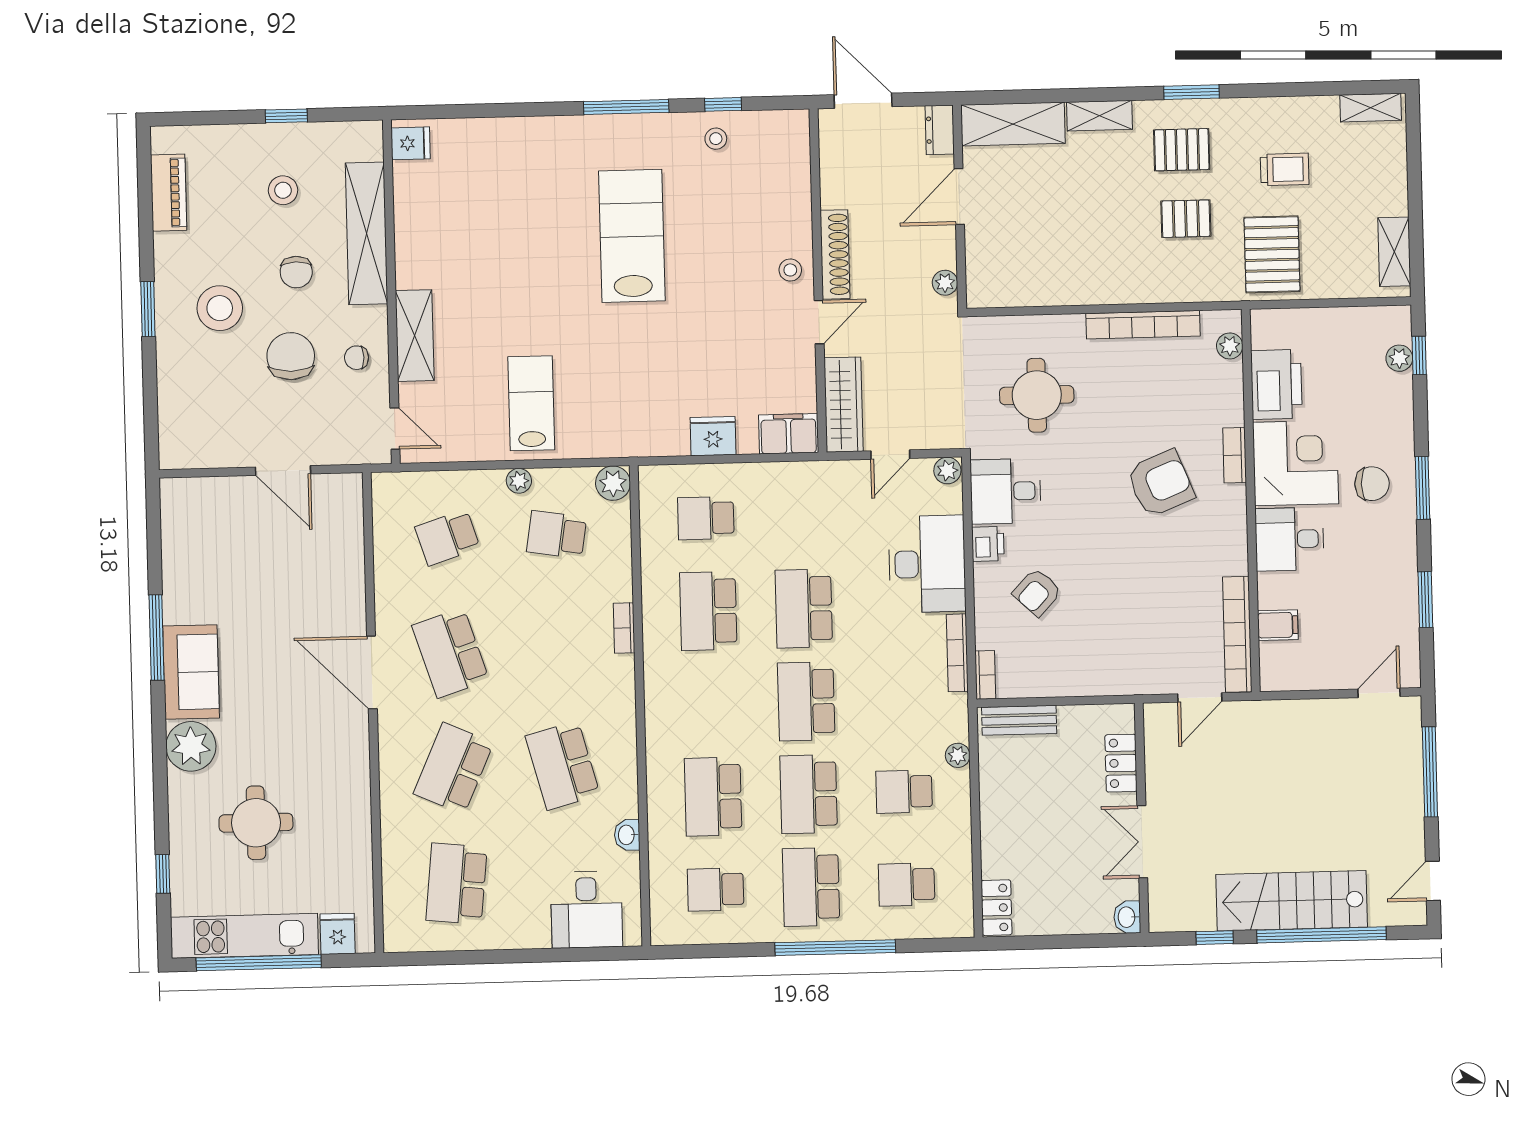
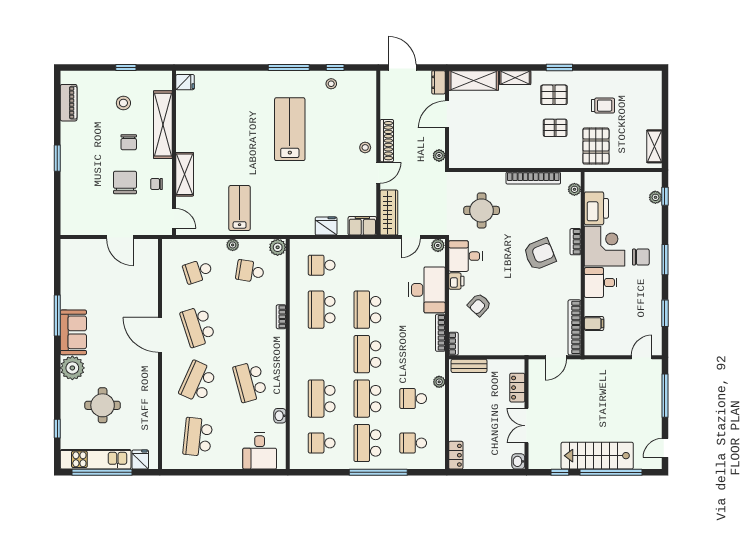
shelving: (1371, 108) -> (645, 77), removed
stool: (220, 308) -> (92, 159), removed

